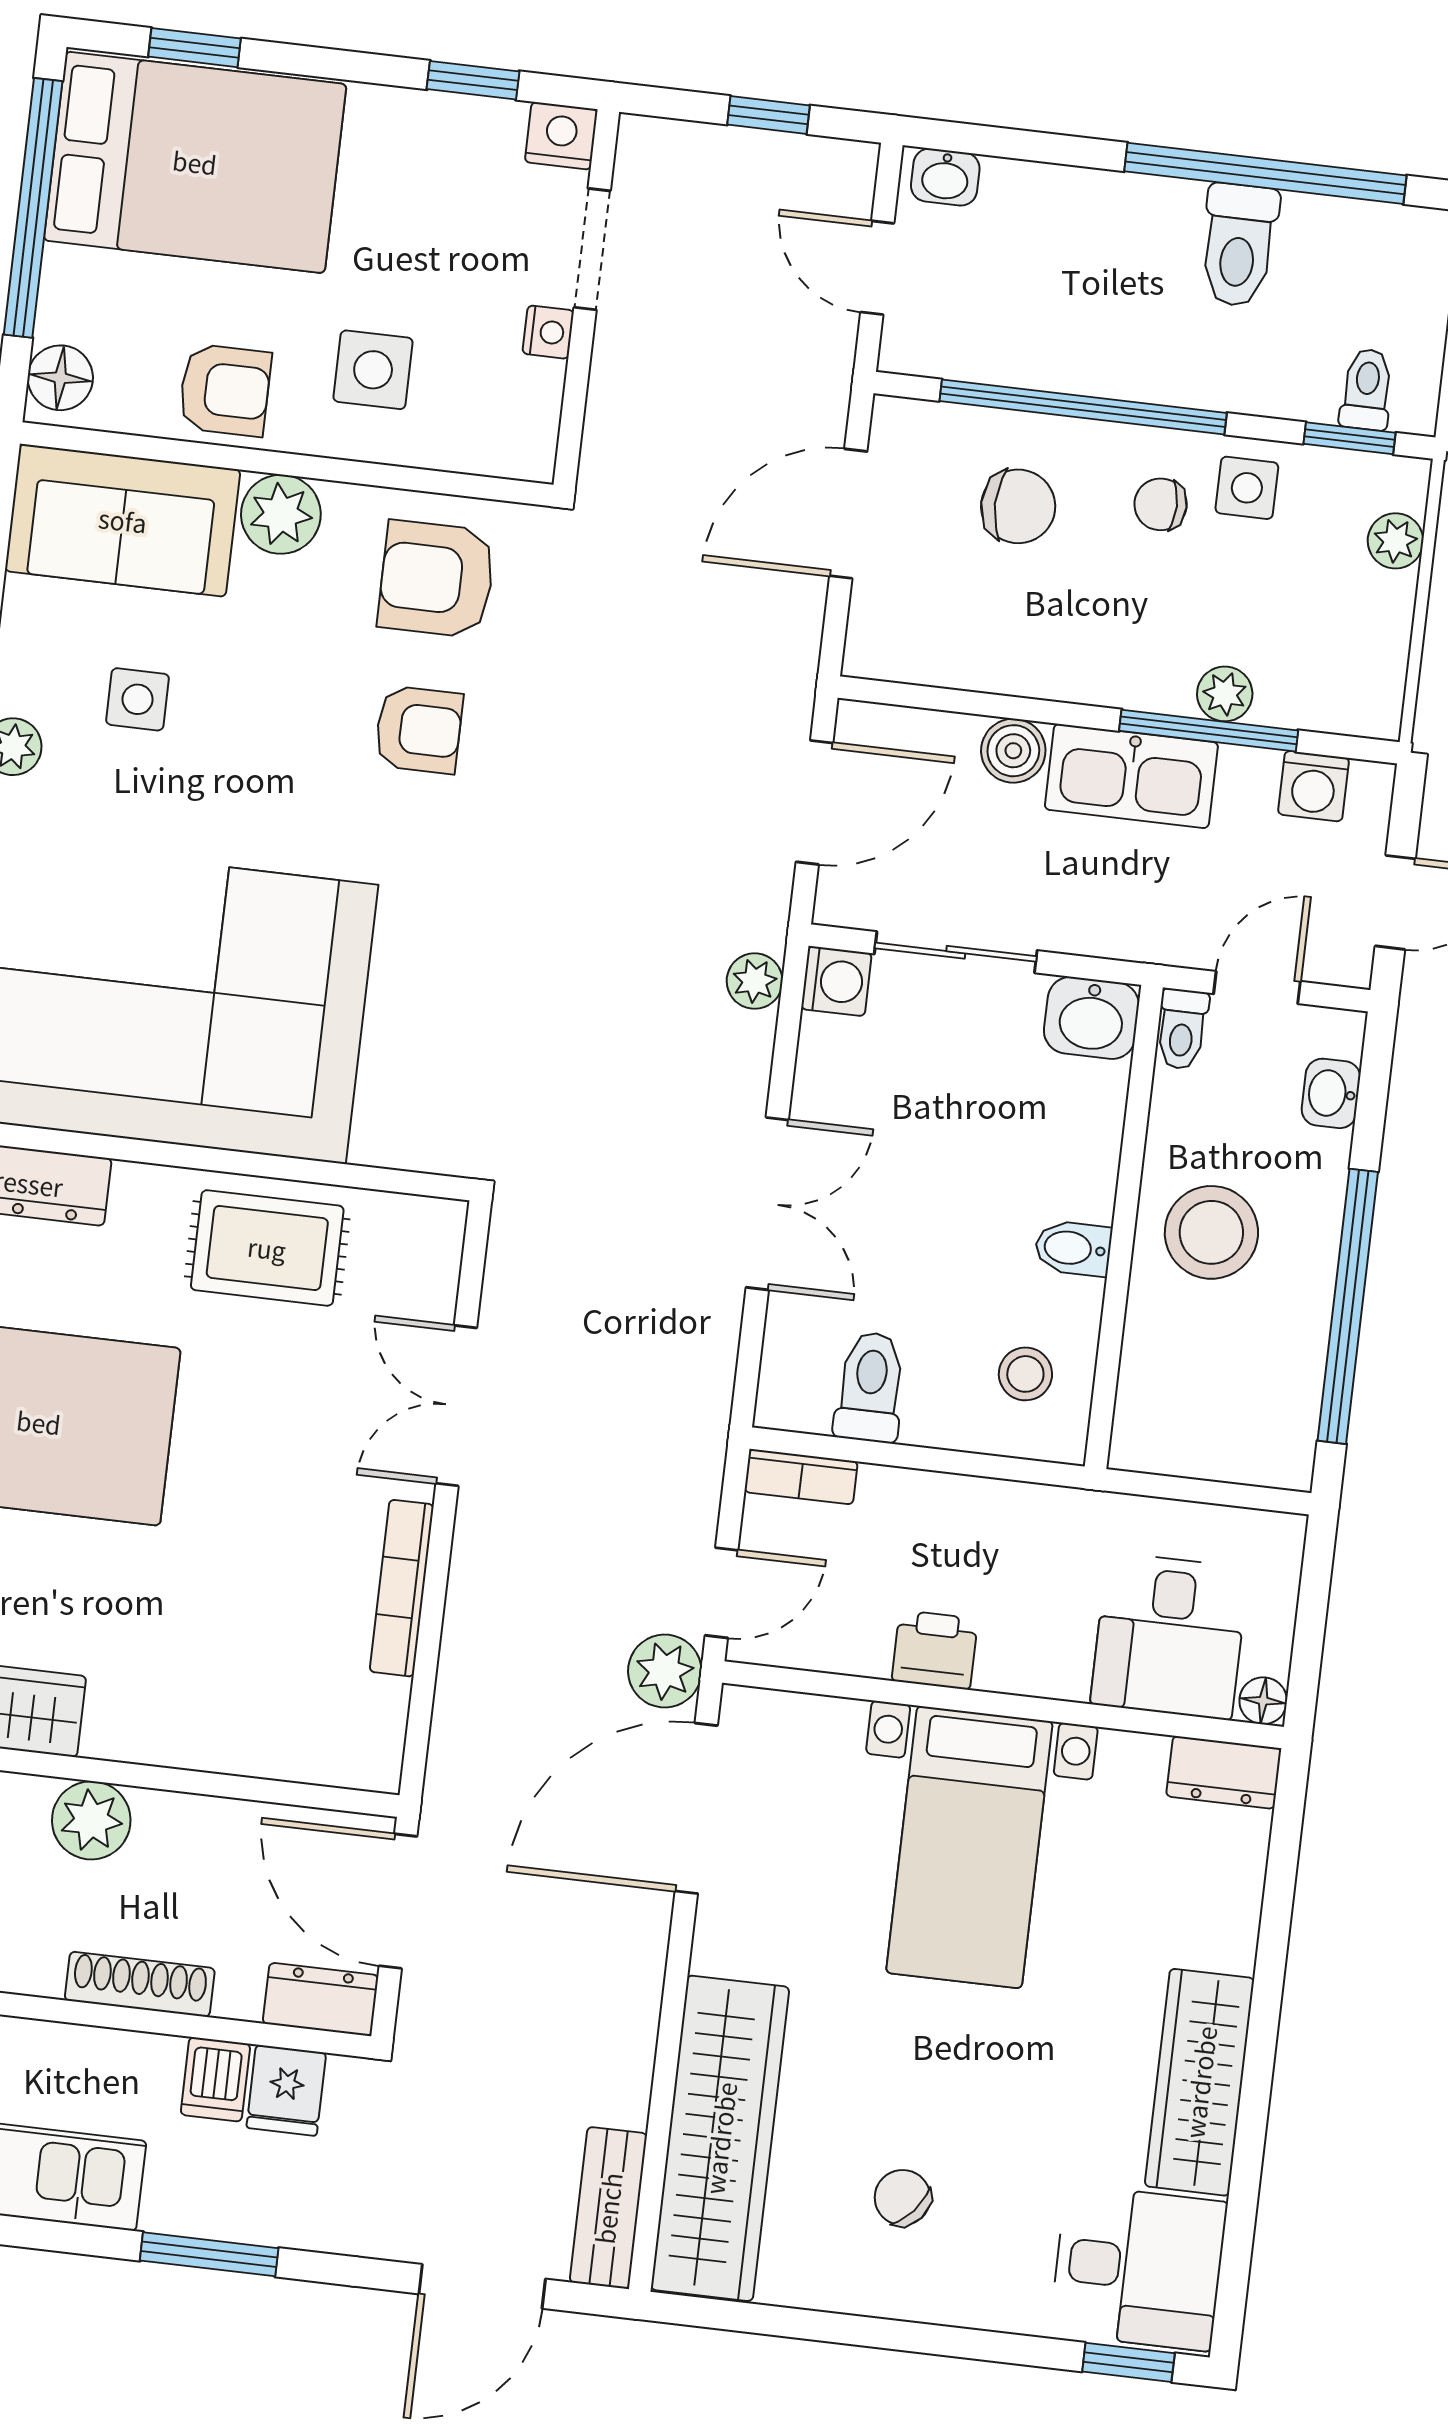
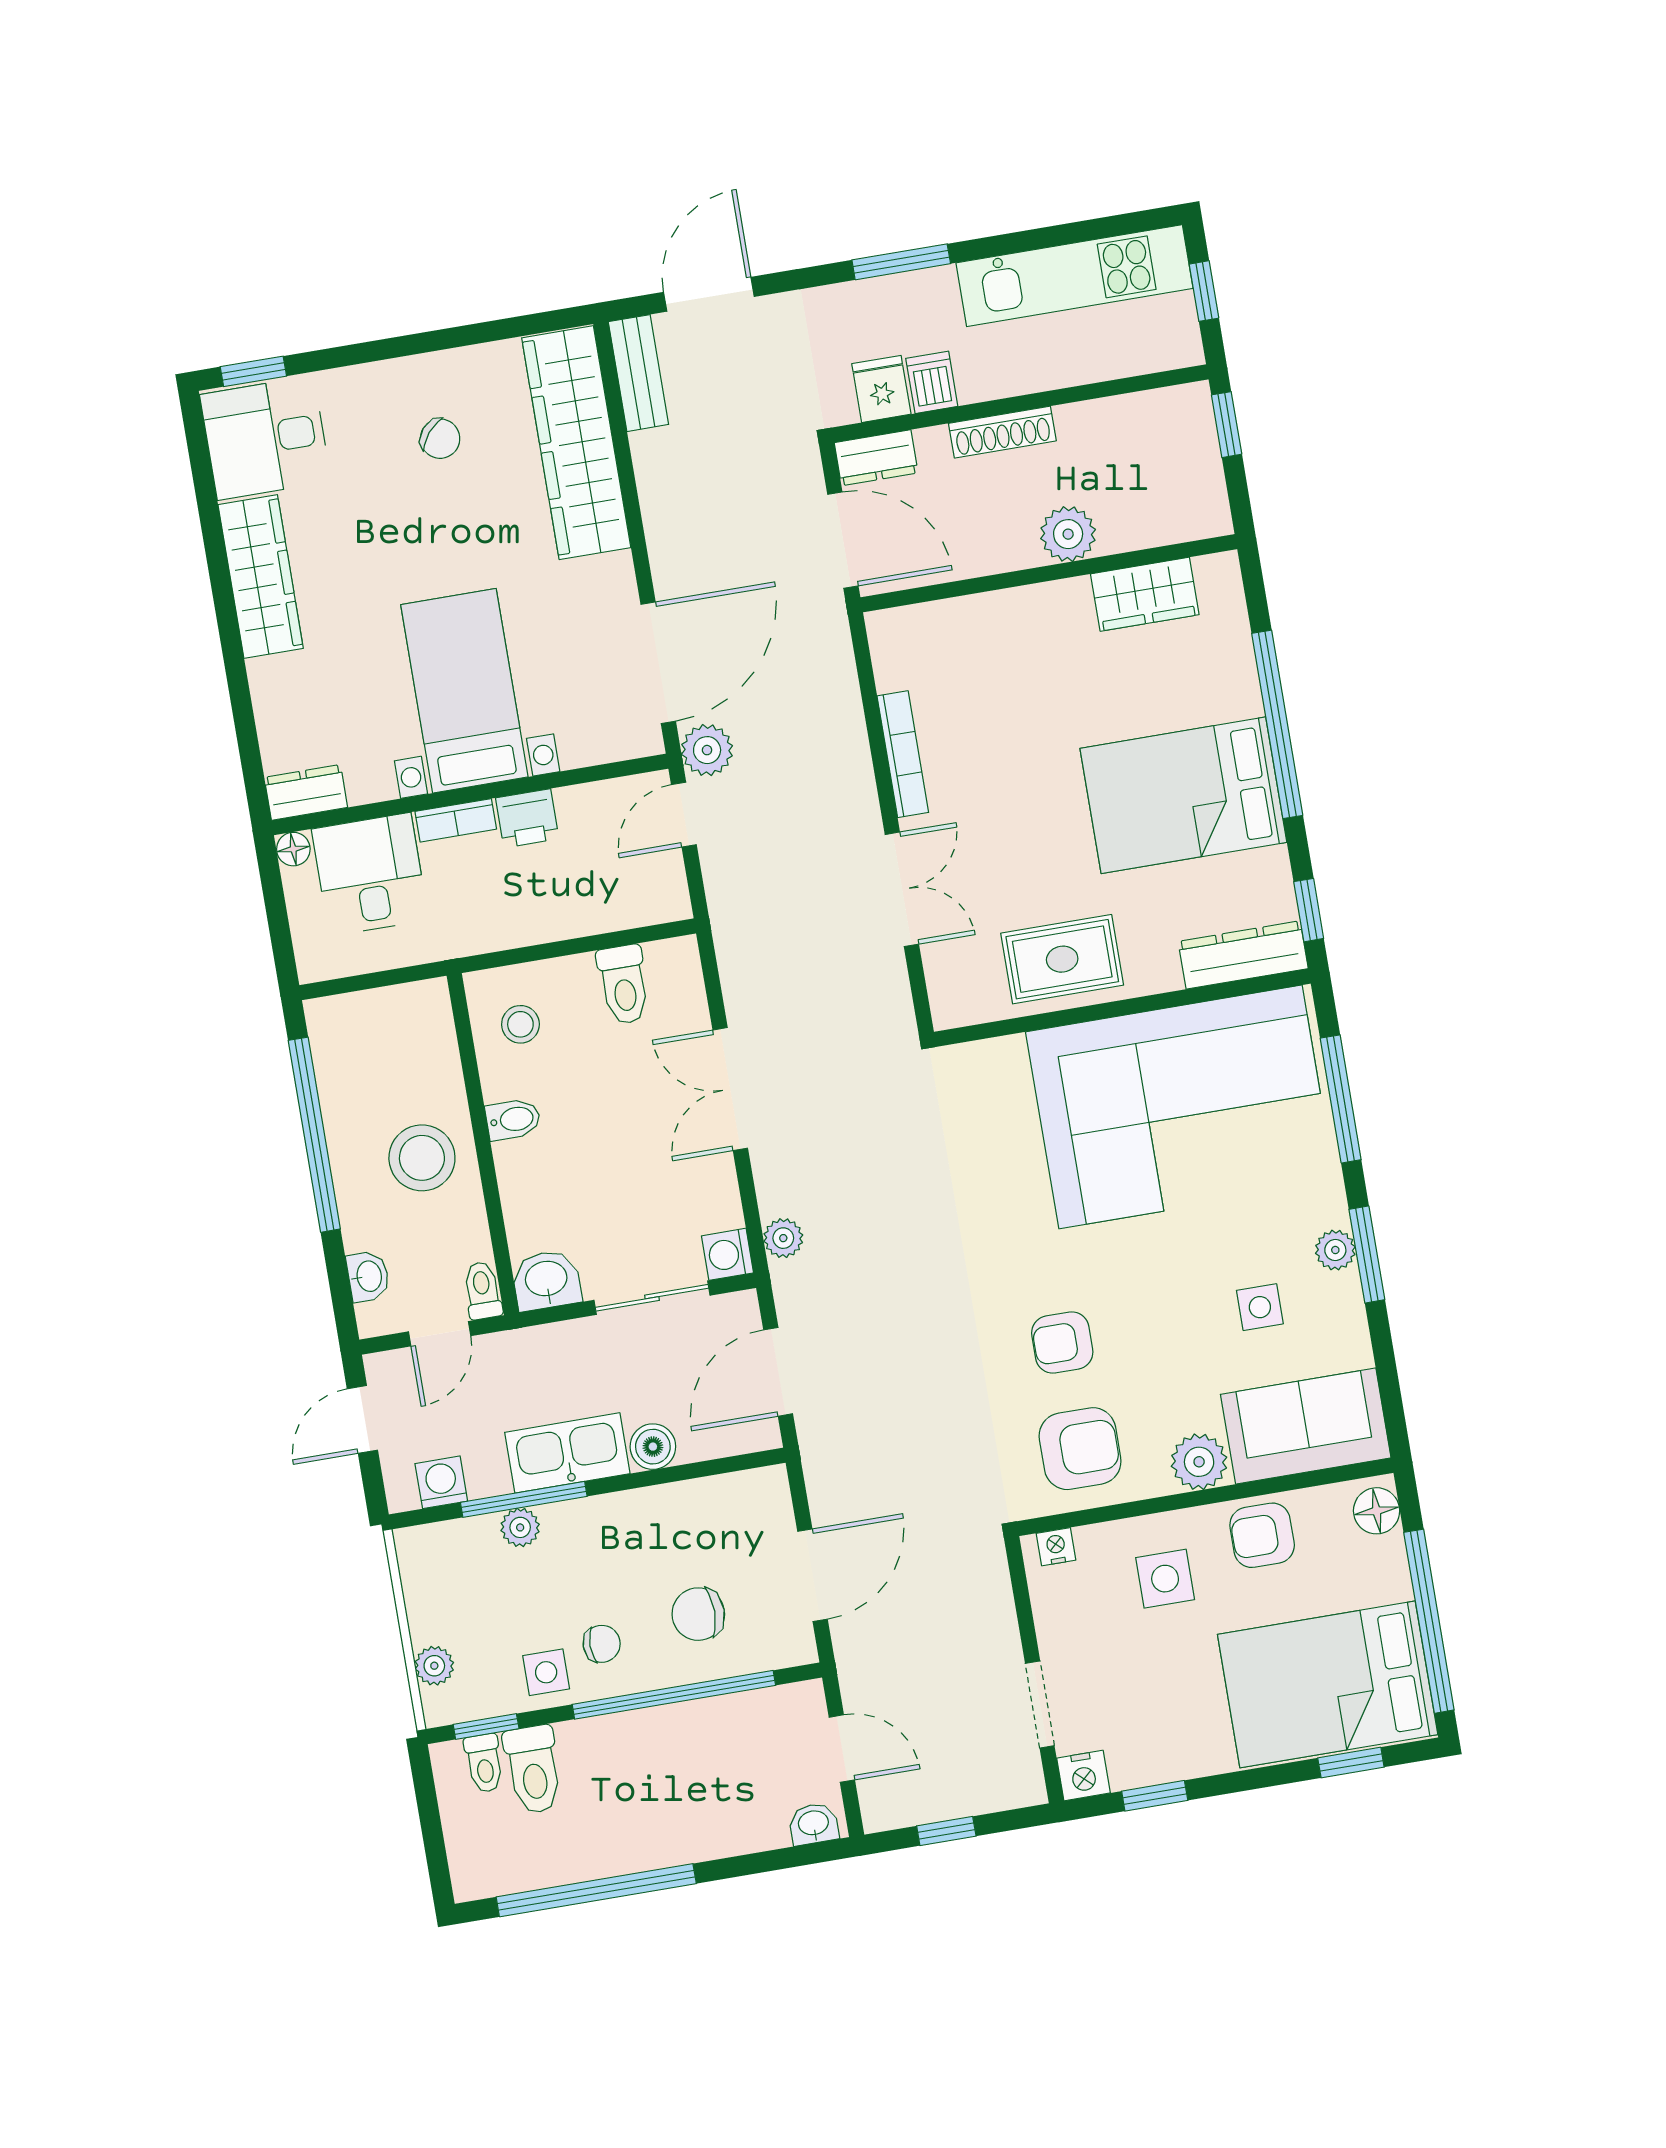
toilet: (1239, 245) -> (533, 1770), moved, turned 180
nightstand: (548, 332) -> (1056, 1547), moved, turned 90
bookcase: (801, 1477) -> (456, 820), moved, turned 180

